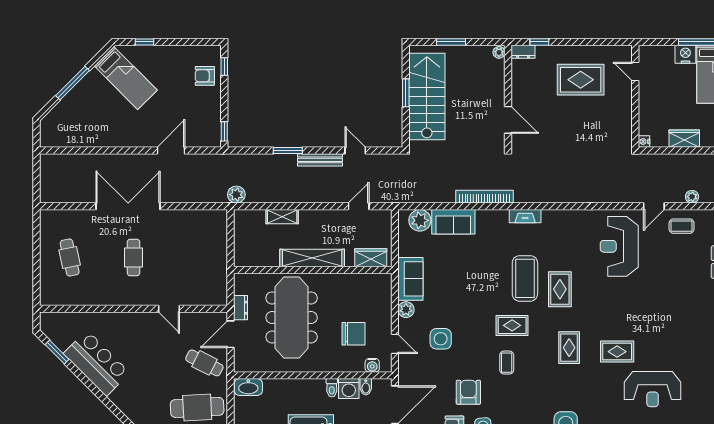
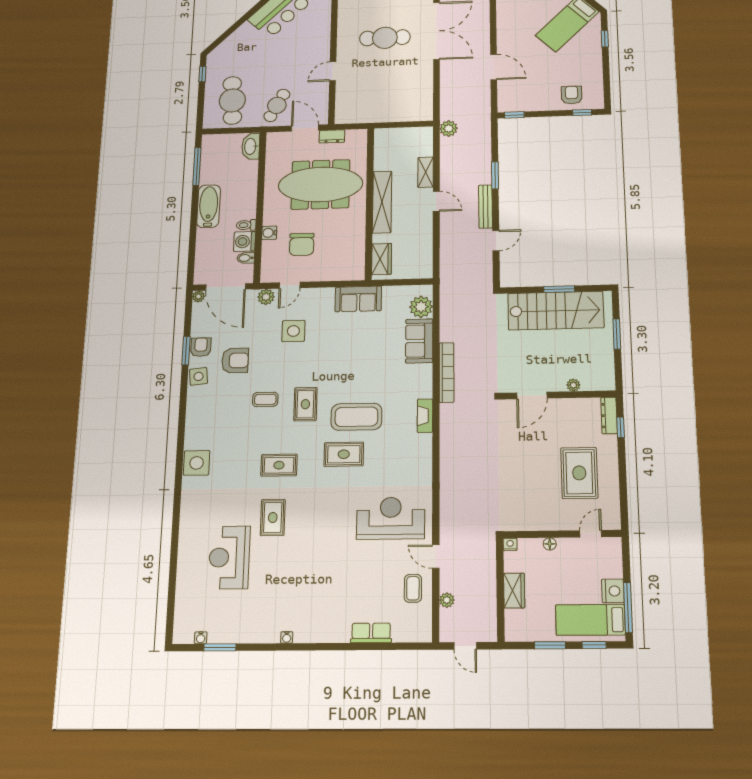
plant: (499, 52) -> (573, 385), moved
dresser: (523, 52) -> (609, 415), width x1.44
floor lamp: (644, 107) -> (550, 544), added
door: (359, 206) -> (436, 201), moved
cafe table: (134, 258) -> (385, 38), width x1.37, depth x1.35
plant: (406, 310) -> (266, 297), moved
water cooler: (372, 365) -> (269, 233), moved

